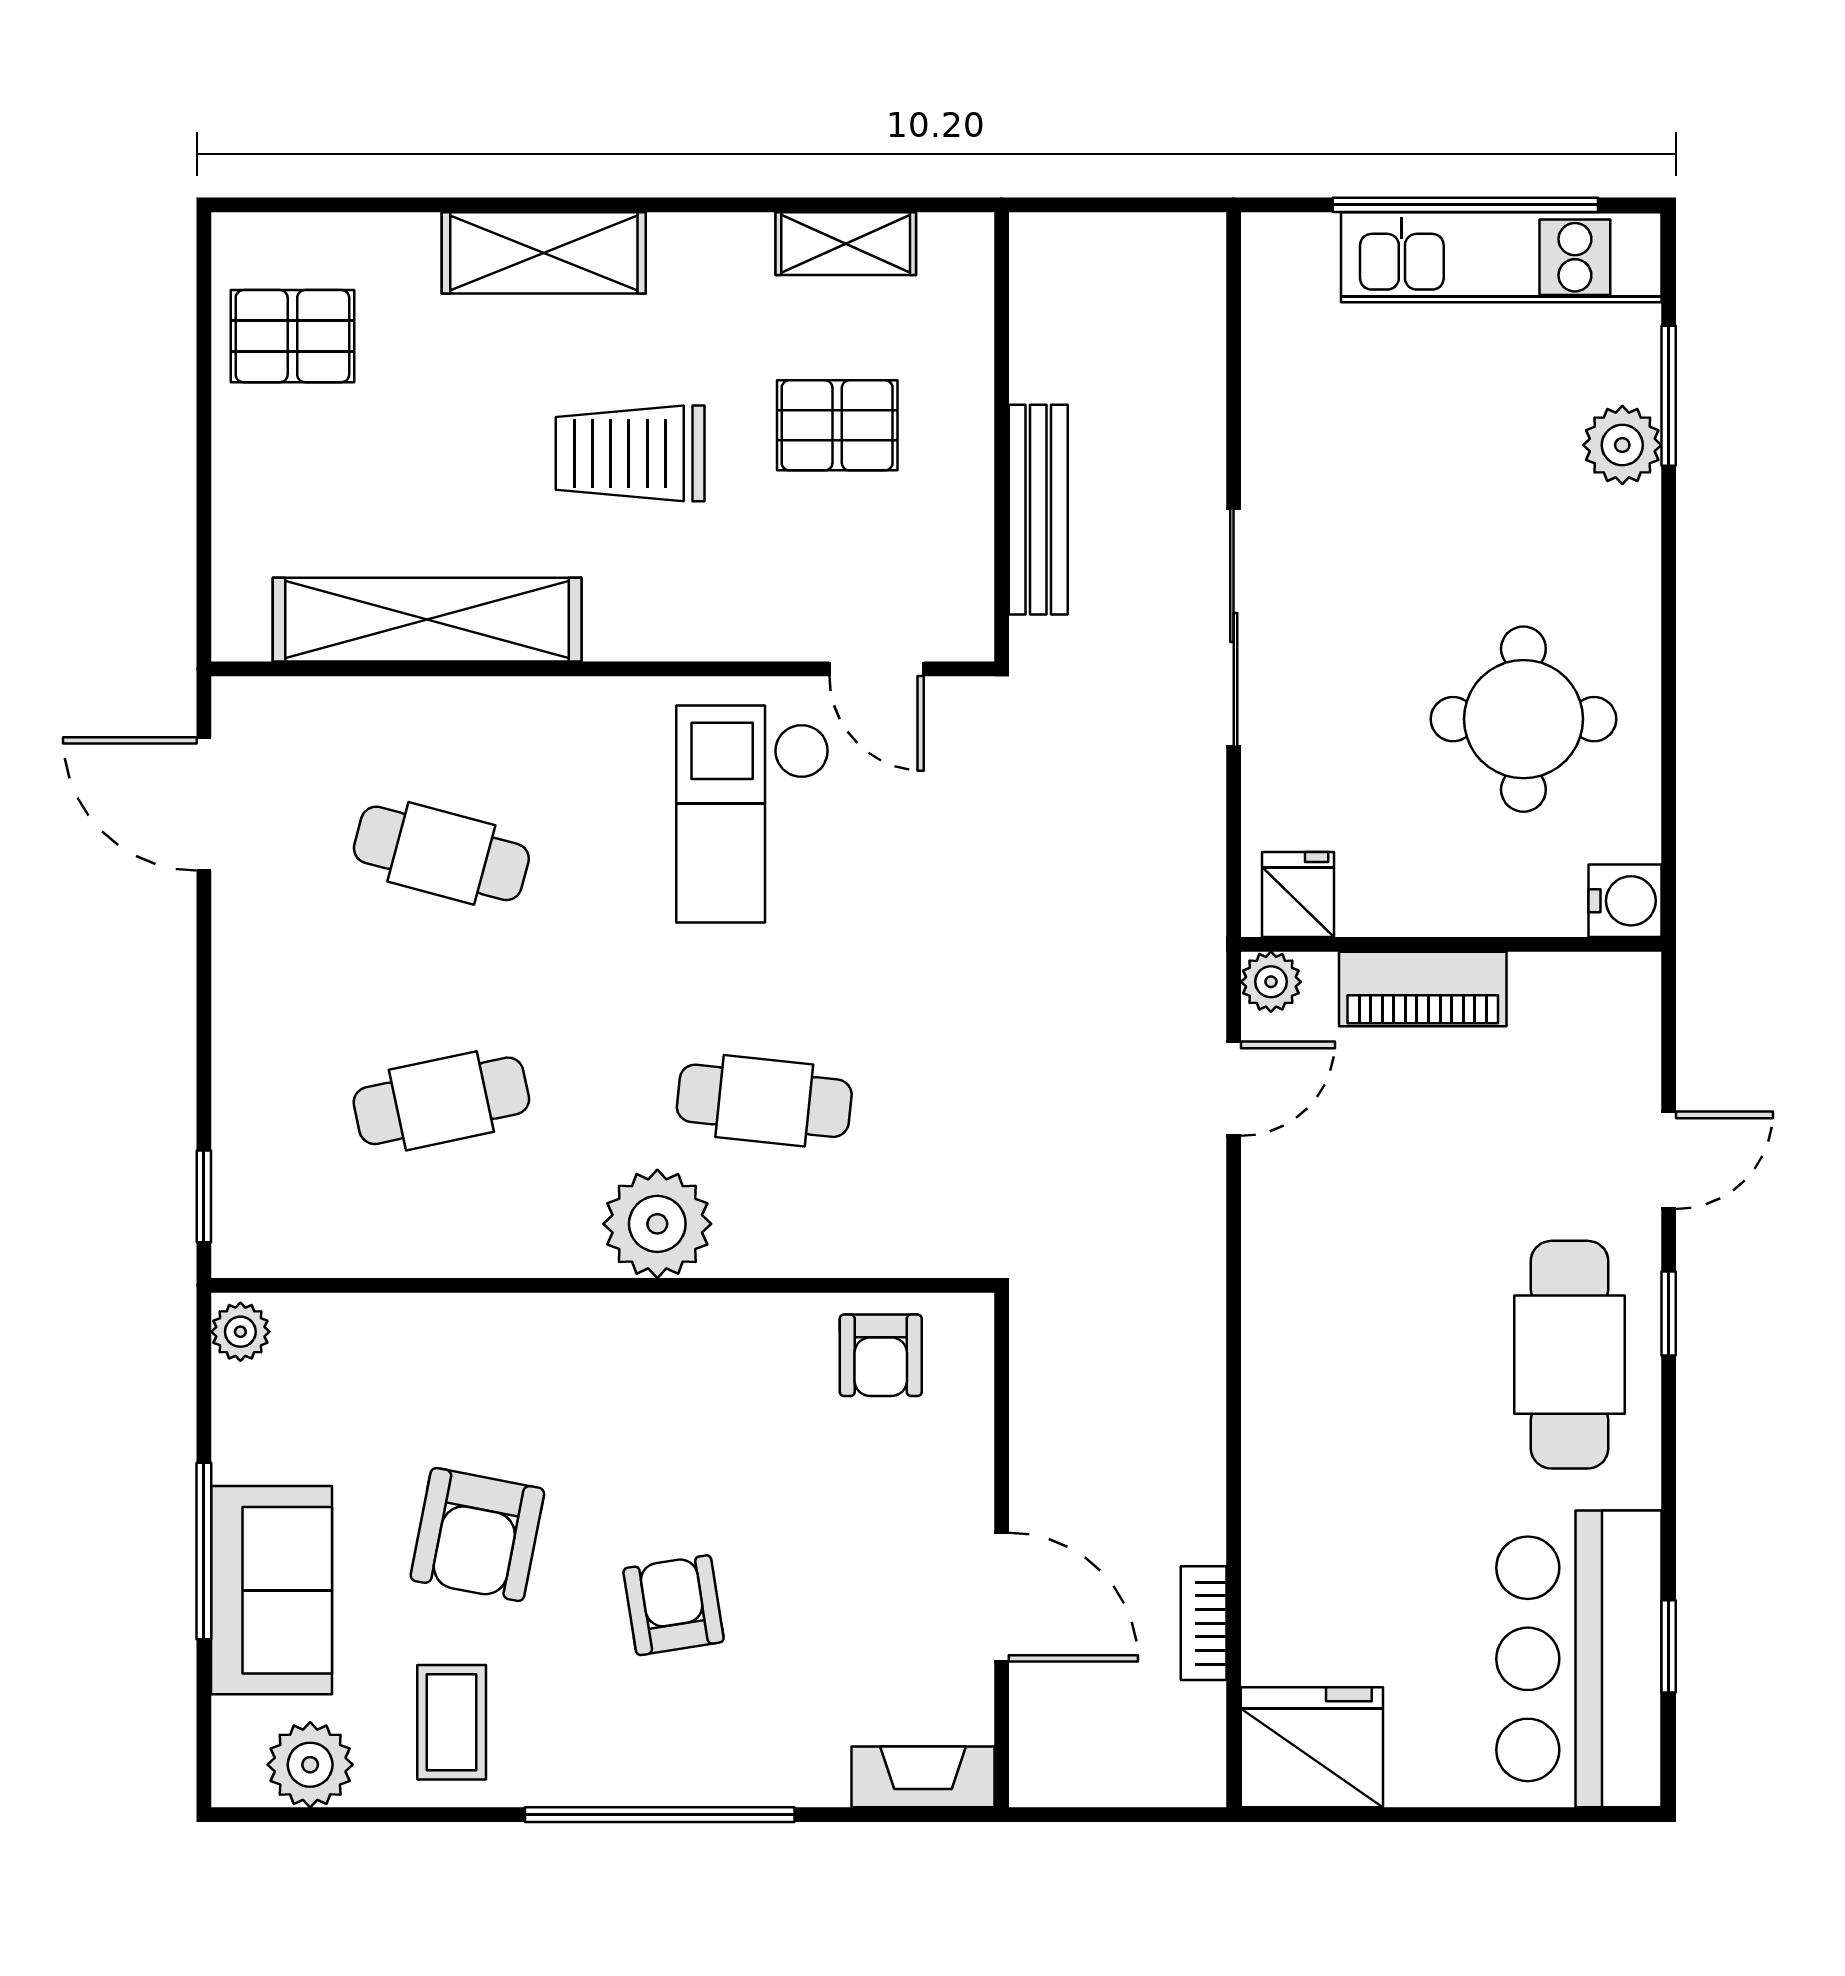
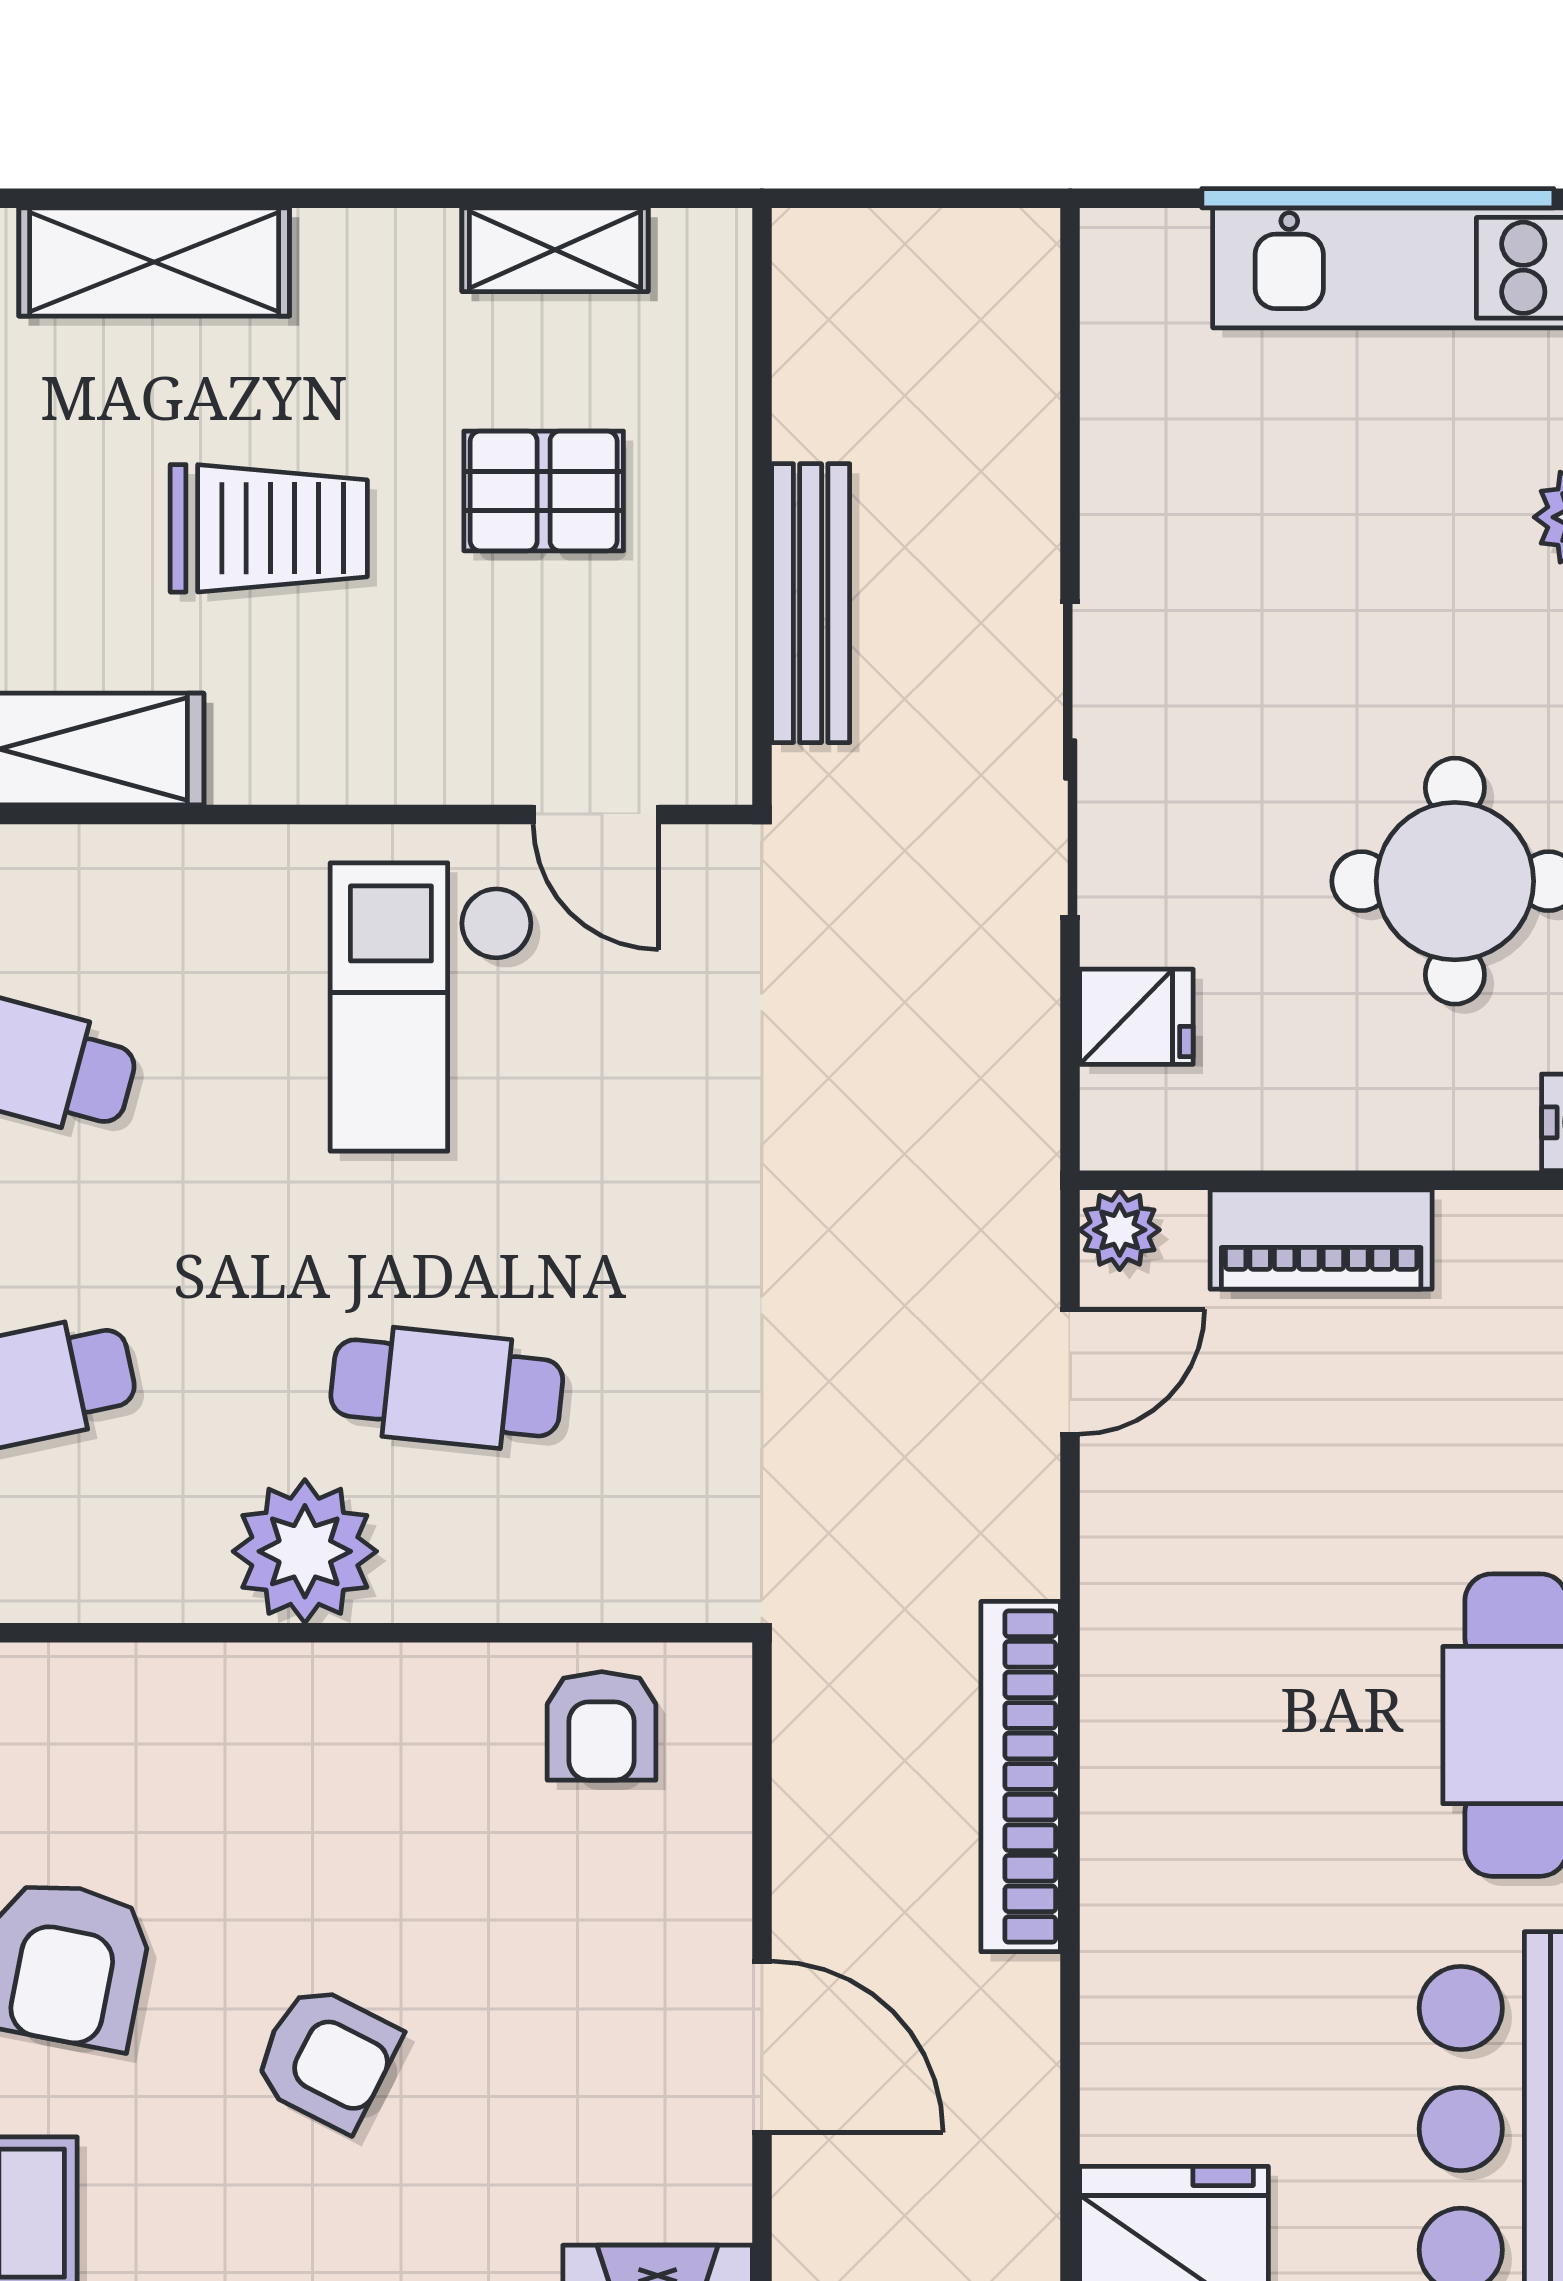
trolley: (630, 453) -> (269, 528), turned 180
fridge: (1298, 894) -> (1136, 1017), moved, turned 90
armchair: (674, 1605) -> (326, 2058), turned 126
bookcase: (1204, 1623) -> (1021, 1777), moved, width x2.31, depth x1.31

